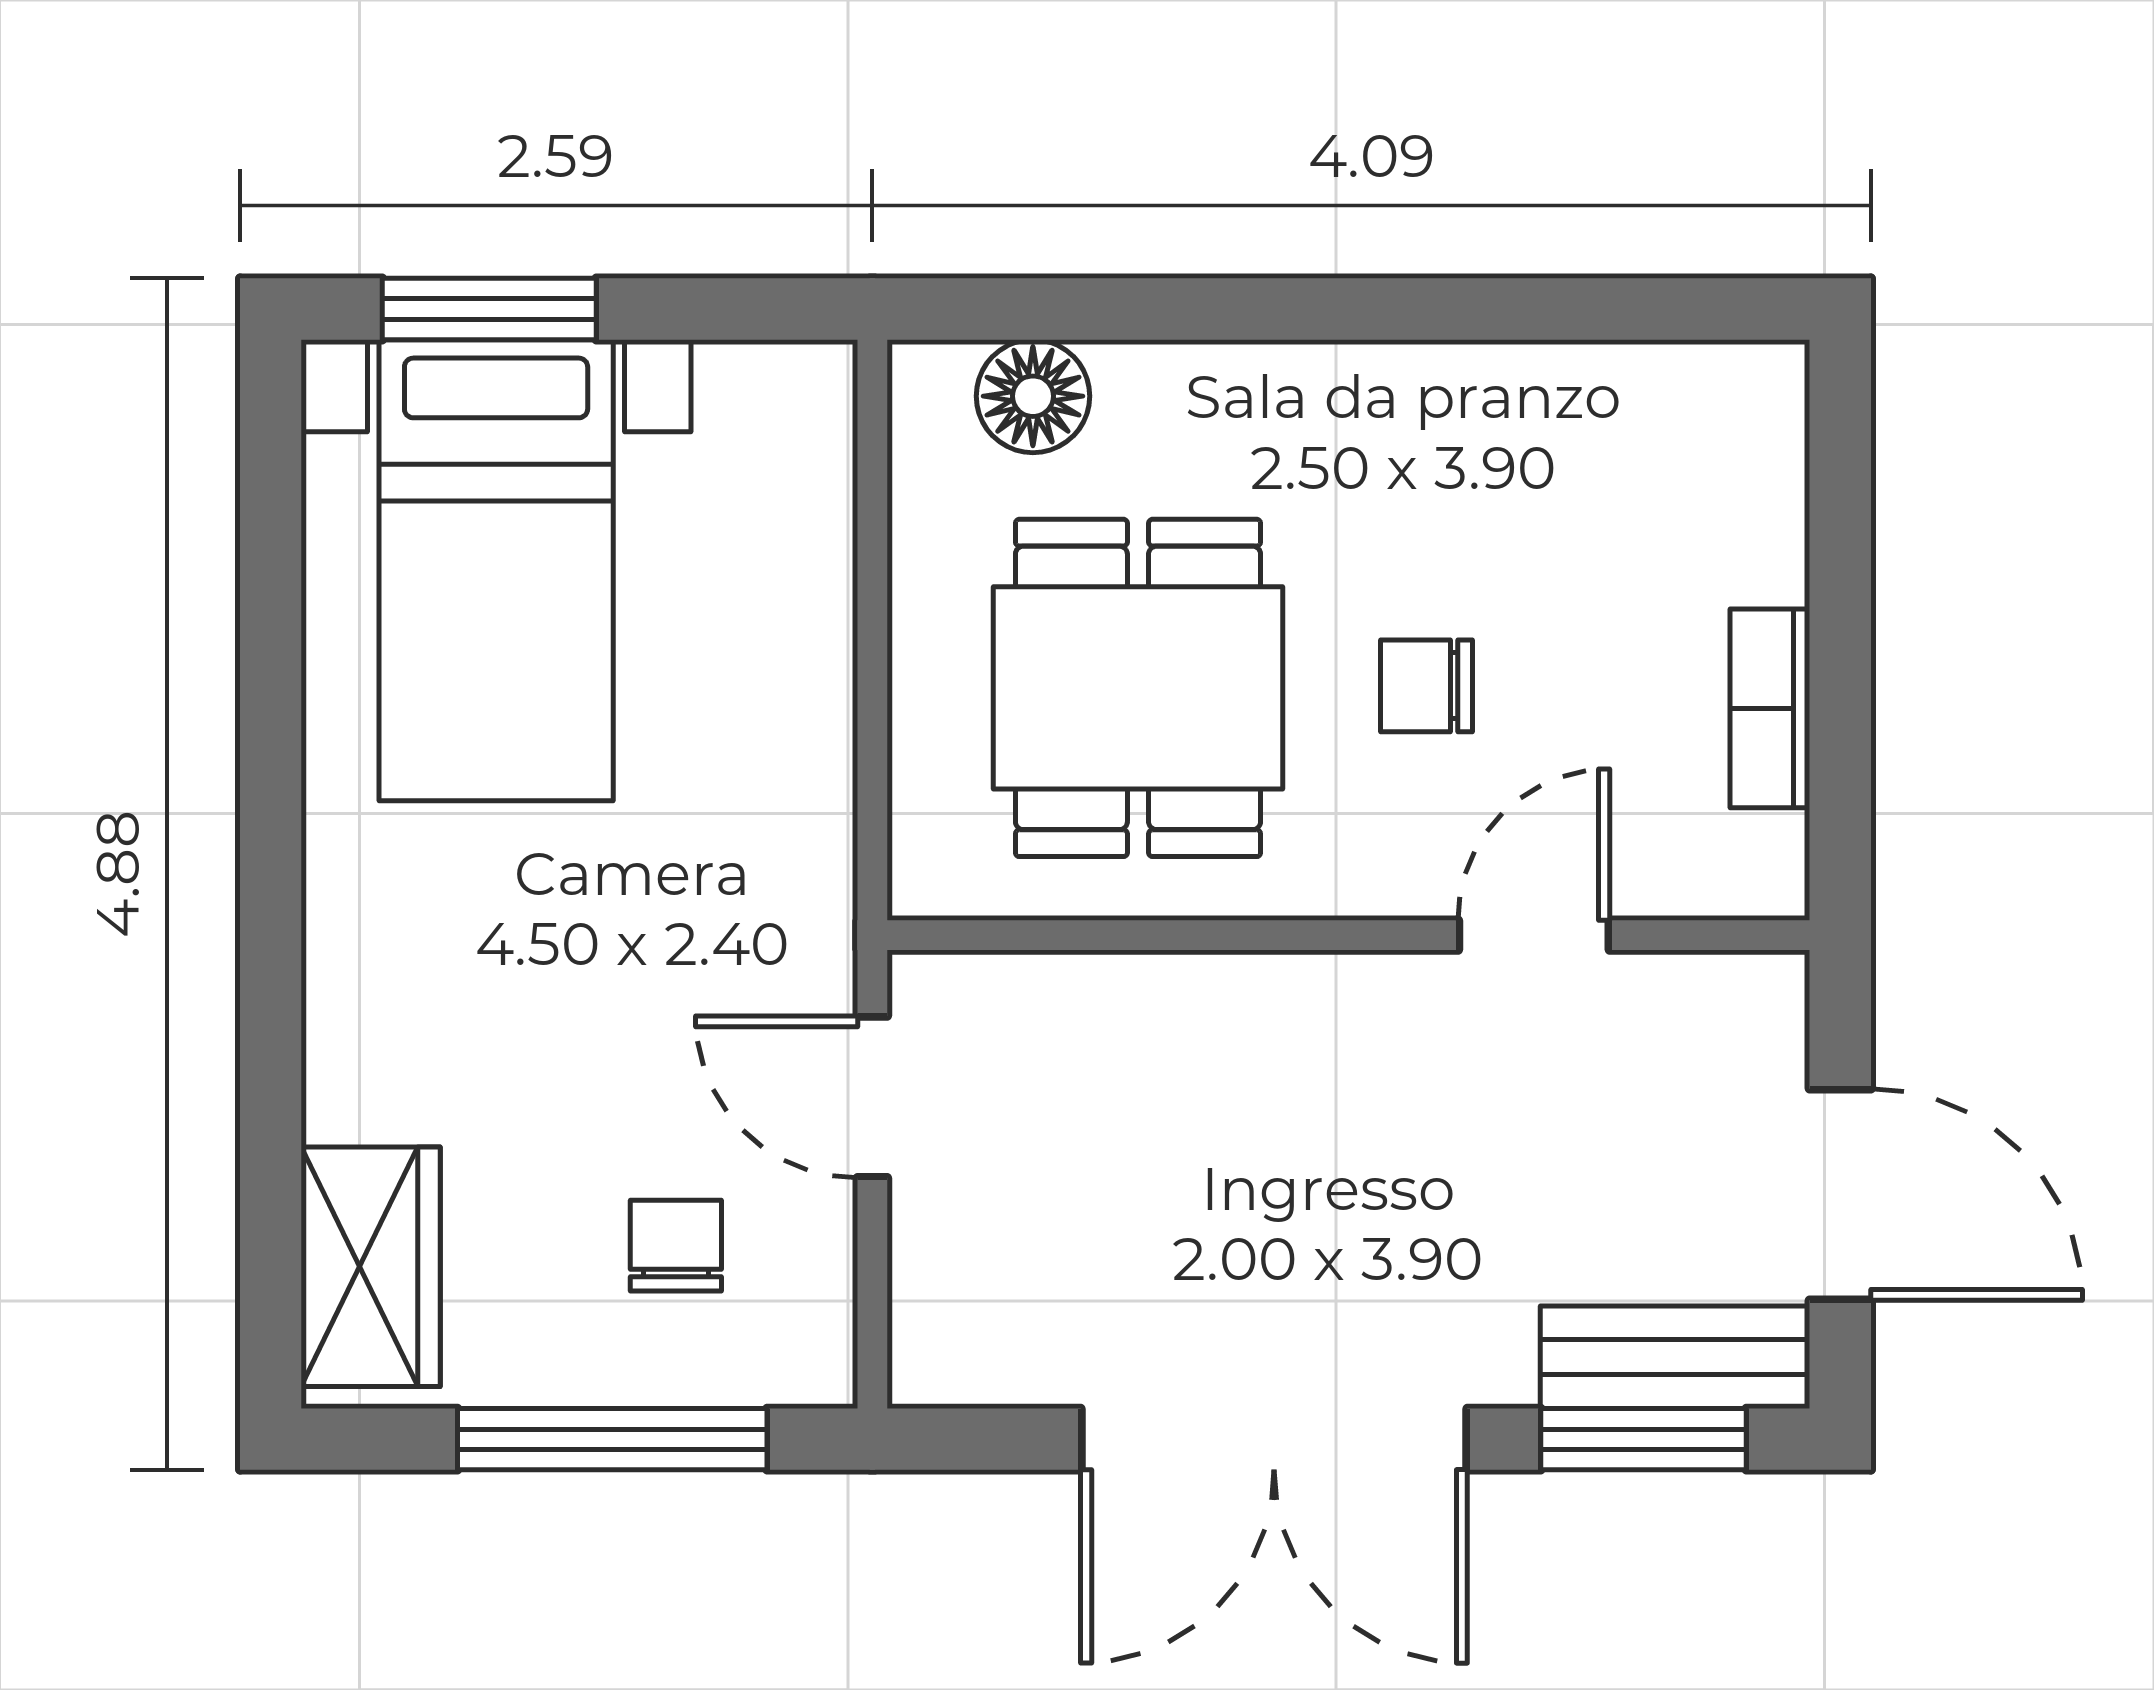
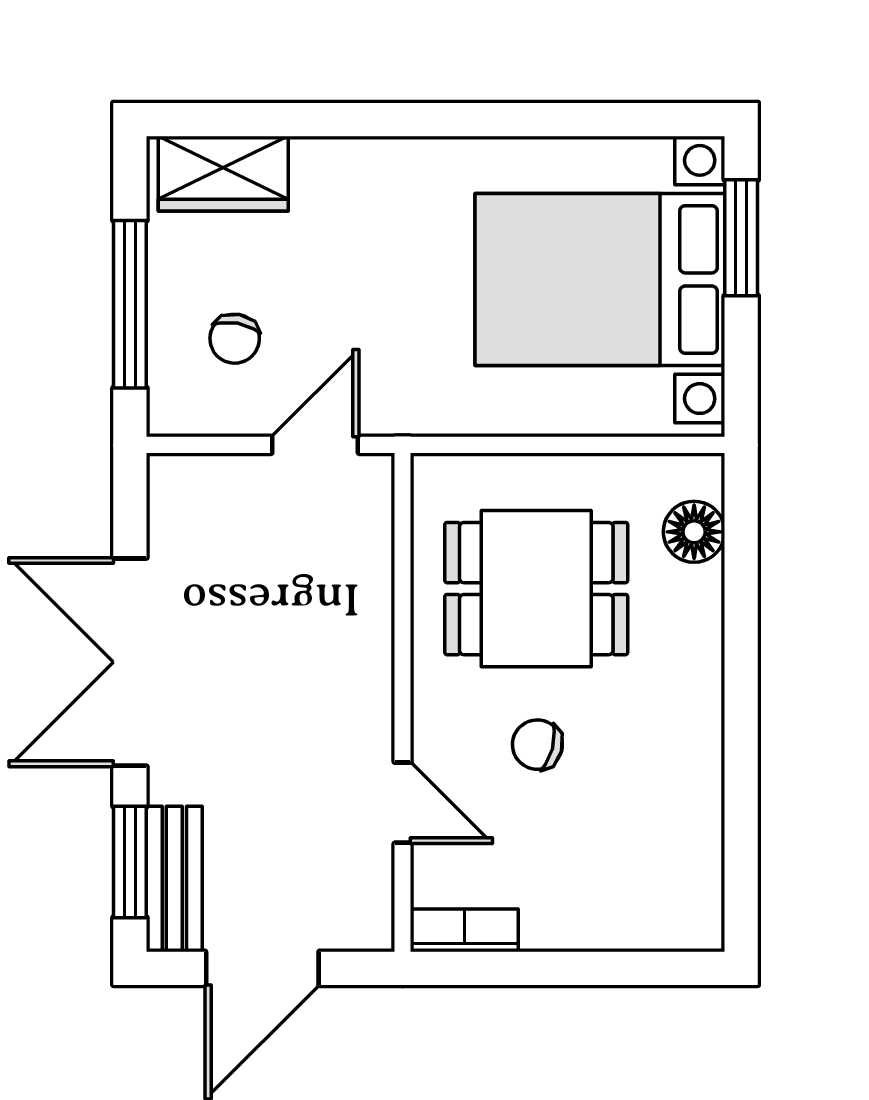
bed with nightstands: (496, 570) -> (600, 279), width x1.36
chair: (1427, 686) -> (537, 745), turned -75
bookcase: (1770, 708) -> (464, 930), moved
chair: (676, 1246) -> (235, 339), turned 100

